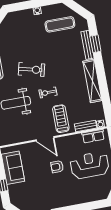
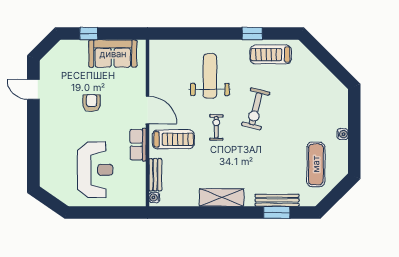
shelving: (92, 81) -> (221, 197), width x0.68
row of seats: (93, 136) -> (138, 145), moved
door: (45, 139) -> (148, 110), swing flipped
armchair: (57, 167) -> (92, 103), moved

